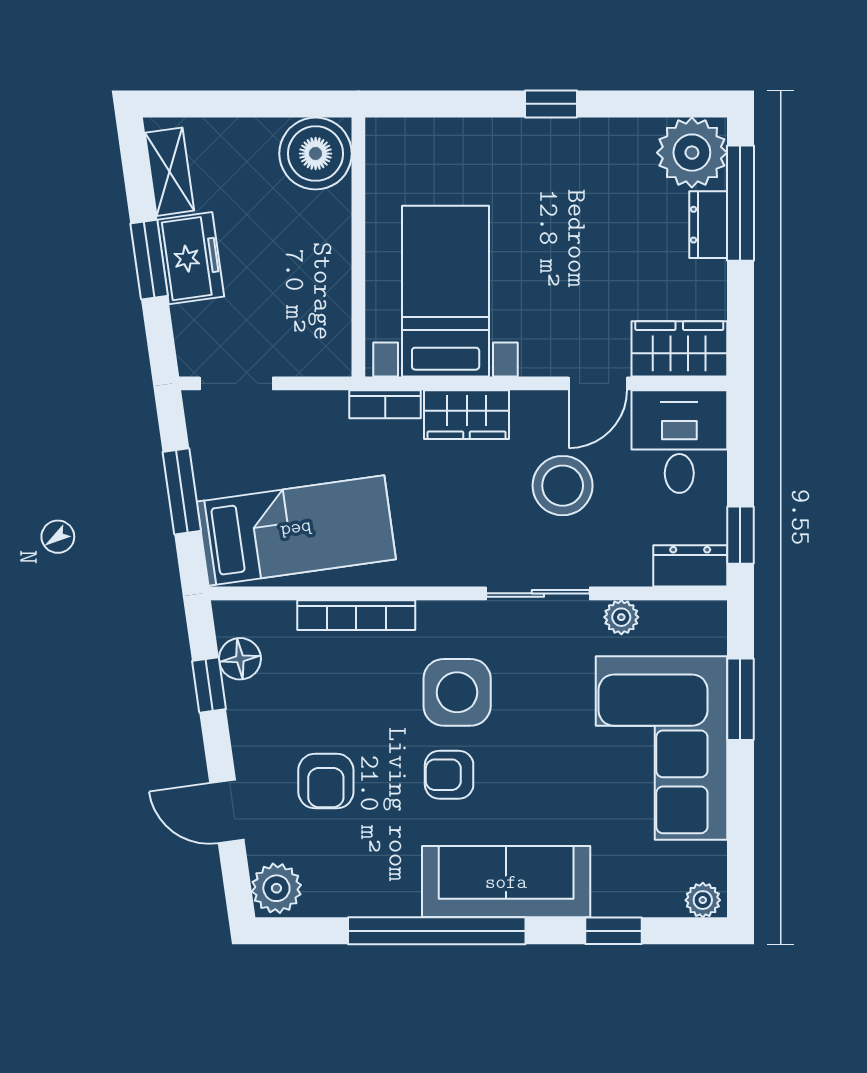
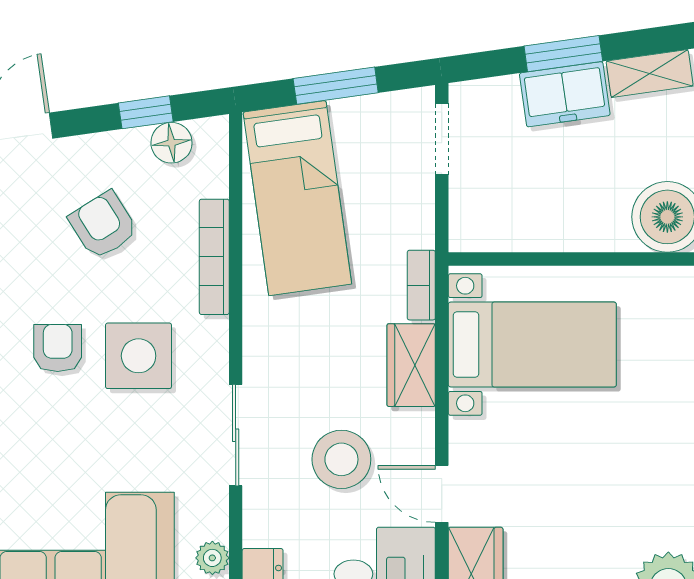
plant: (621, 617) -> (212, 558), moved
armchair: (326, 781) -> (103, 225), moved, turned 58

